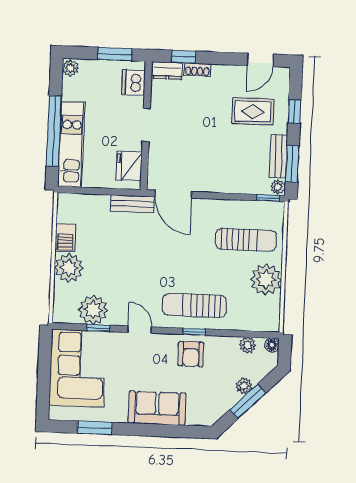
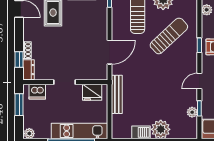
door: (173, 194) -> (109, 52), moved
bench: (132, 204) -> (117, 94), width x1.36
sun lounger: (194, 305) -> (169, 36), moved, turned -133
plant: (93, 310) -> (192, 112), width x0.53, depth x0.53

